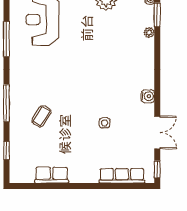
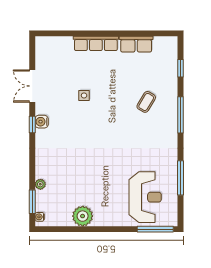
window: (157, 169) -> (32, 125), moved
row of seats: (122, 176) -> (96, 43), moved

